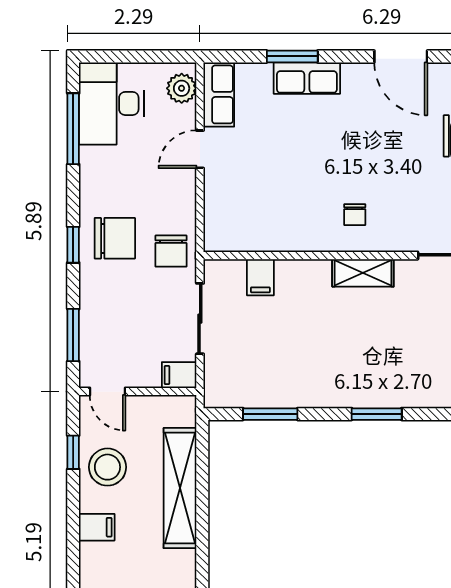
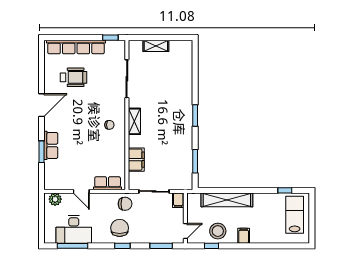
row of seats: (219, 94) -> (108, 183), moved
desk: (111, 103) -> (74, 229), moved
filing cabinet: (260, 277) -> (136, 160), width x2.00

